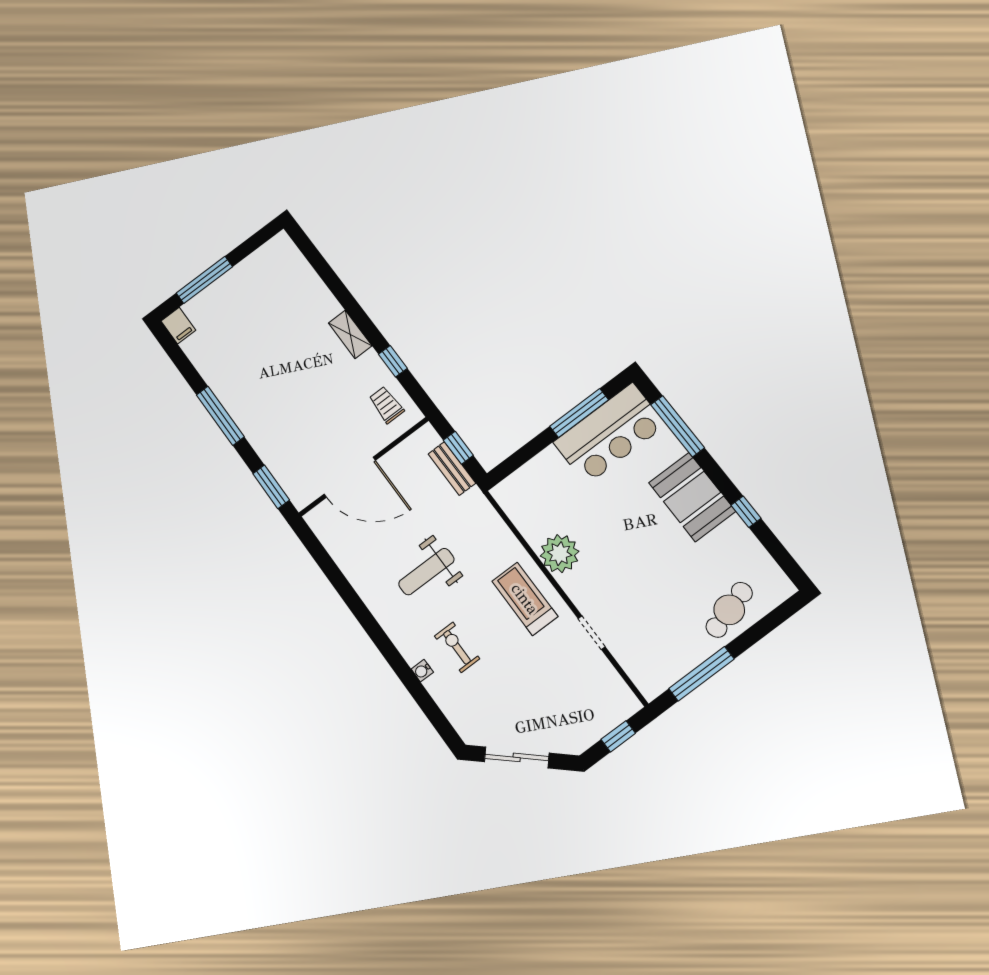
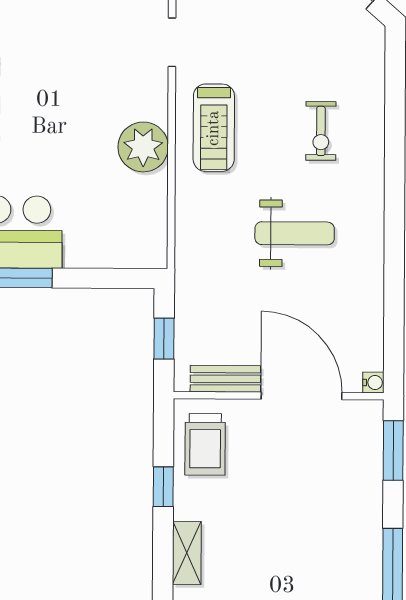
trolley: (386, 405) -> (205, 444), width x1.36, depth x1.39
bench: (452, 468) -> (225, 379), moved, turned 90
water cooler: (422, 671) -> (373, 383), moved

